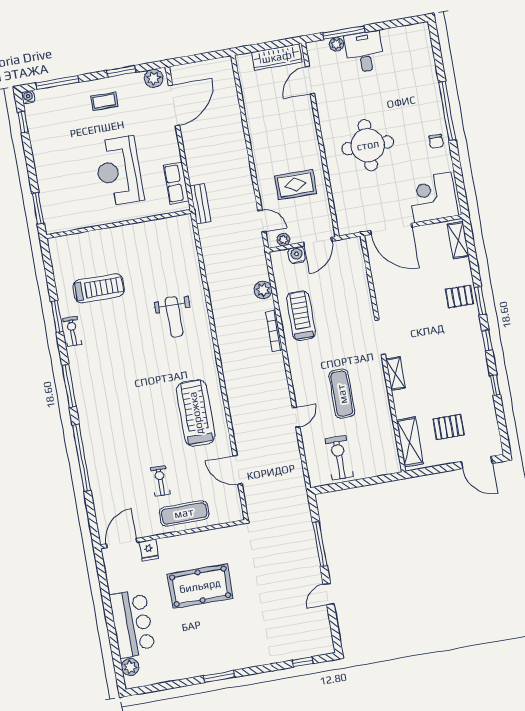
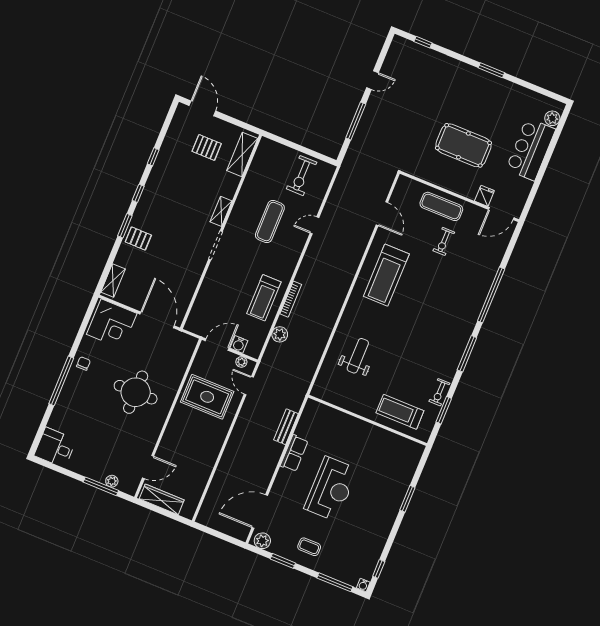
desk: (364, 52) -> (55, 448), moved, turned 90
rug: (295, 185) -> (207, 397), width x1.36, depth x1.43
wall: (119, 224) -> (368, 420), moved

